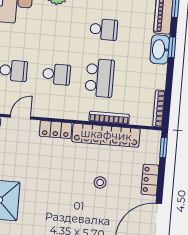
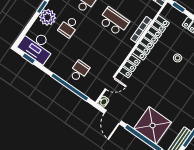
school desk: (57, 74) -> (69, 27), moved, turned 180
door: (21, 117) -> (110, 83), swing flipped

